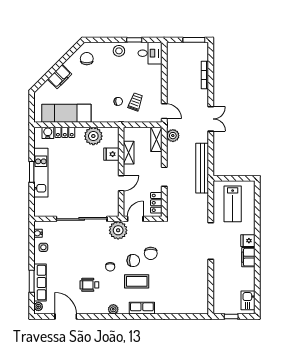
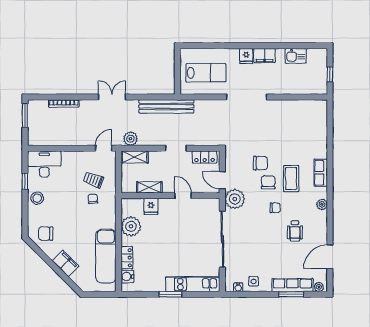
desk: (150, 53) -> (44, 164), width x1.37
kitchen unit: (41, 173) -> (193, 284), moved
kitchen sink: (248, 300) -> (296, 56), moved

